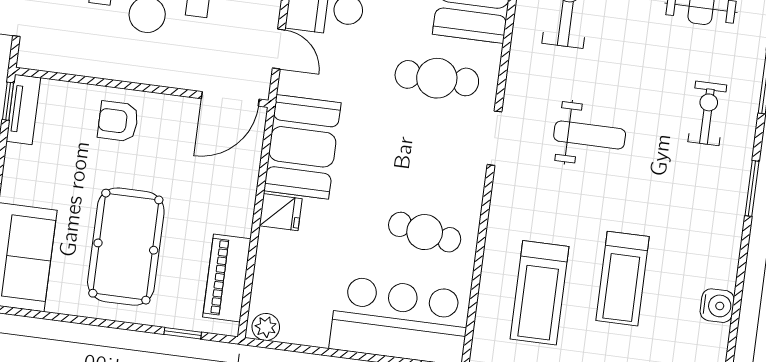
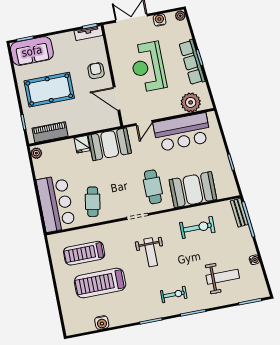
door: (230, 99) -> (116, 99), moved
treadmill: (623, 279) -> (100, 283), width x1.37, depth x1.38

